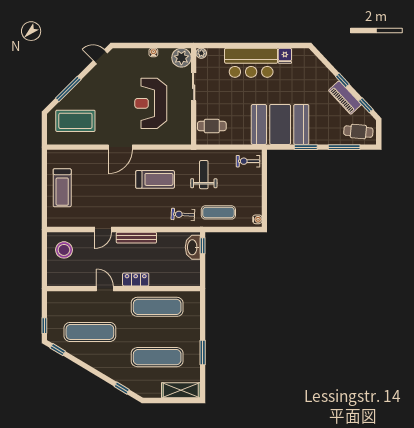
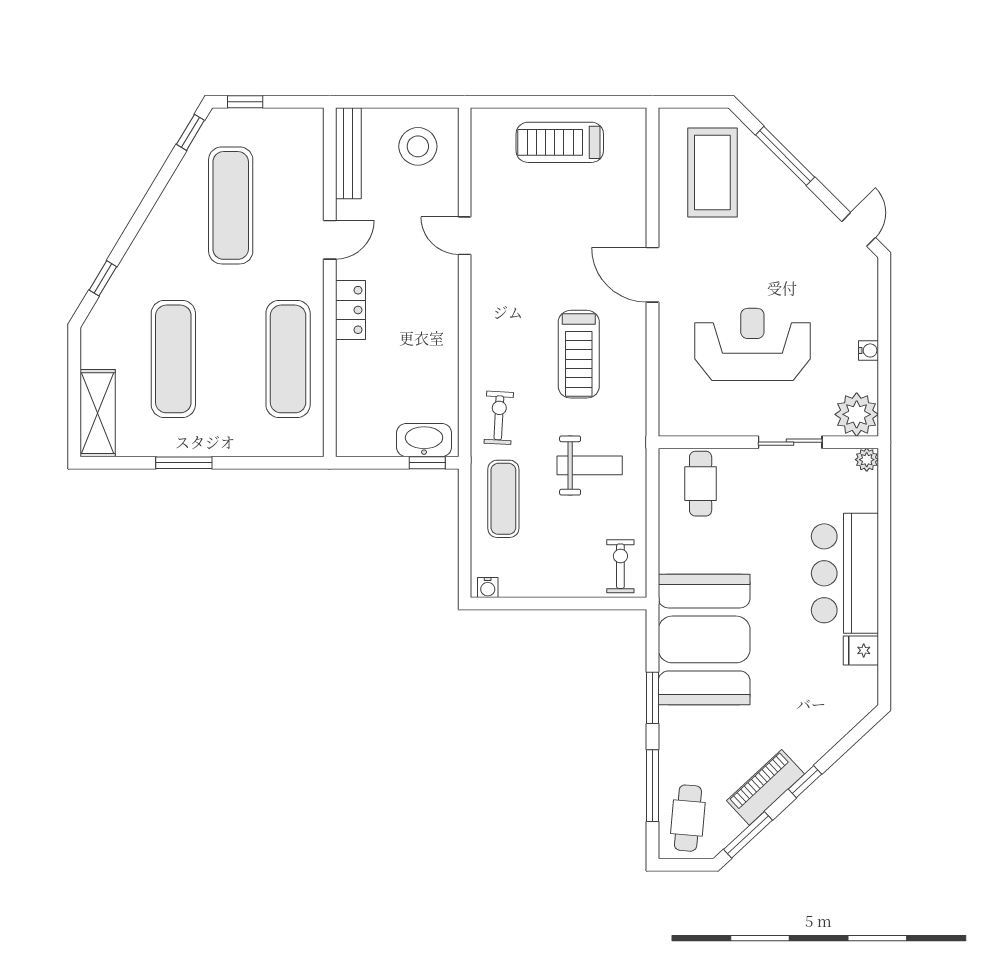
window: (366, 105) -> (748, 835), width x1.50
bench: (136, 238) -> (348, 153), moved

